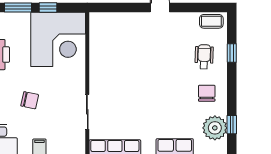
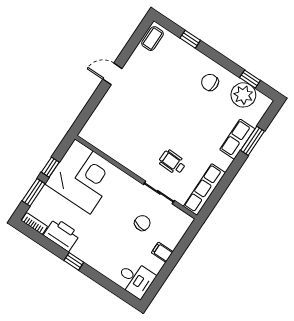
wheelchair: (204, 57) -> (172, 162), moved
chair: (30, 100) -> (142, 223), moved

